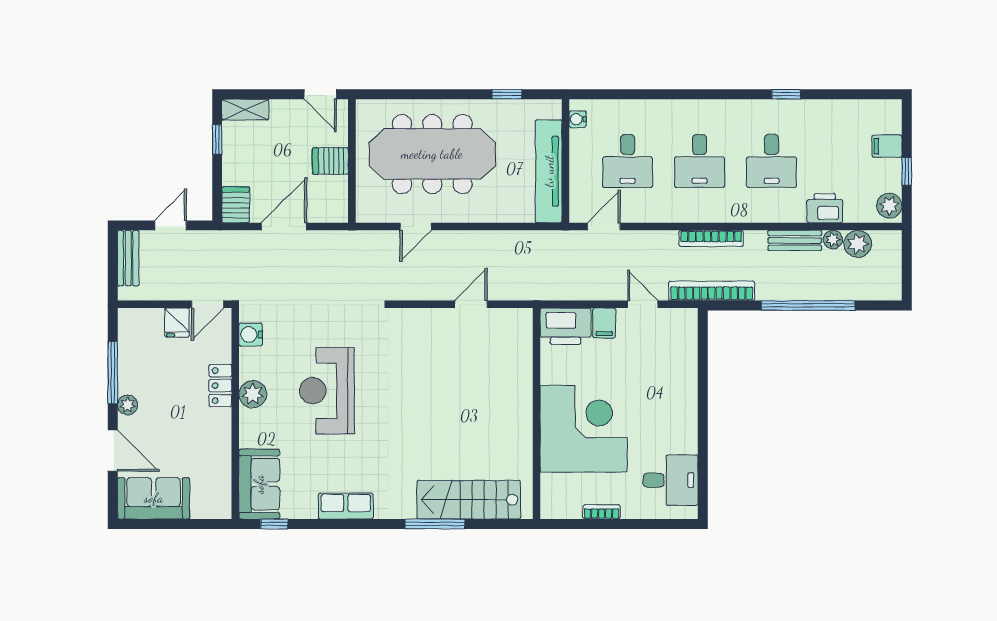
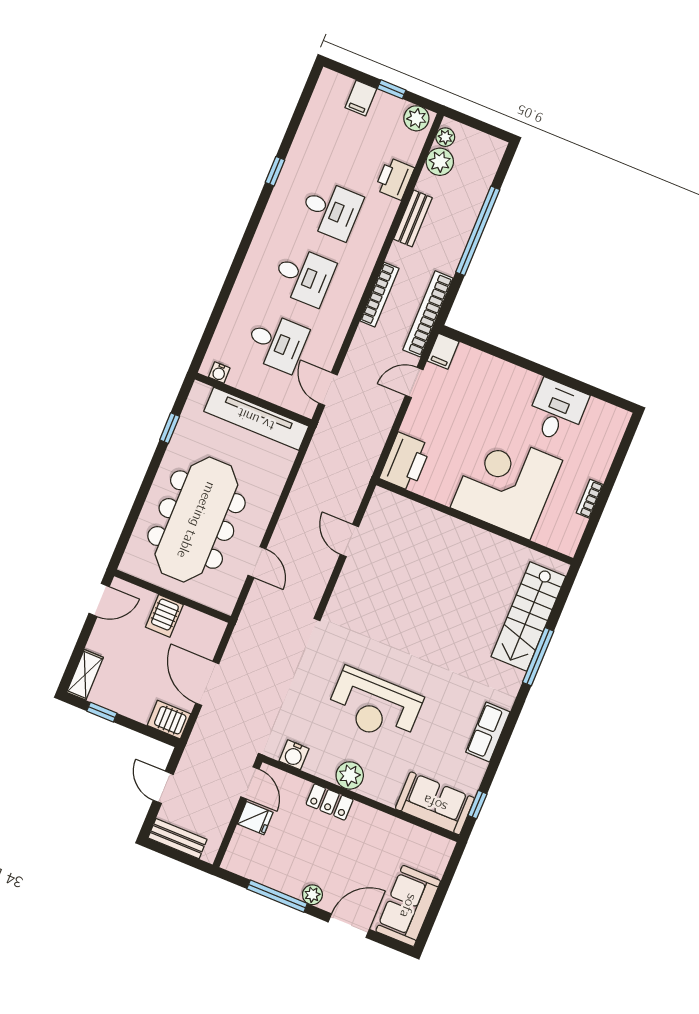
plant: (833, 240) -> (445, 137), moved
filing cabinet: (604, 323) -> (443, 351), moved, turned 90
desk: (671, 480) -> (557, 411), moved

